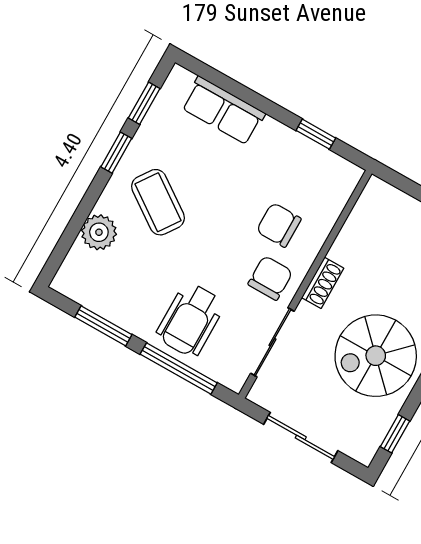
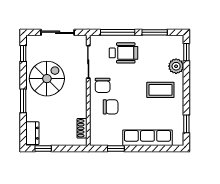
row of seats: (223, 111) -> (147, 138), width x1.48
window: (116, 153) -> (186, 52), moved
coffee table: (158, 202) -> (160, 90), turned -35
shoe rack: (323, 283) -> (82, 128), moved
wheelchair: (190, 320) -> (124, 53), turned 90

